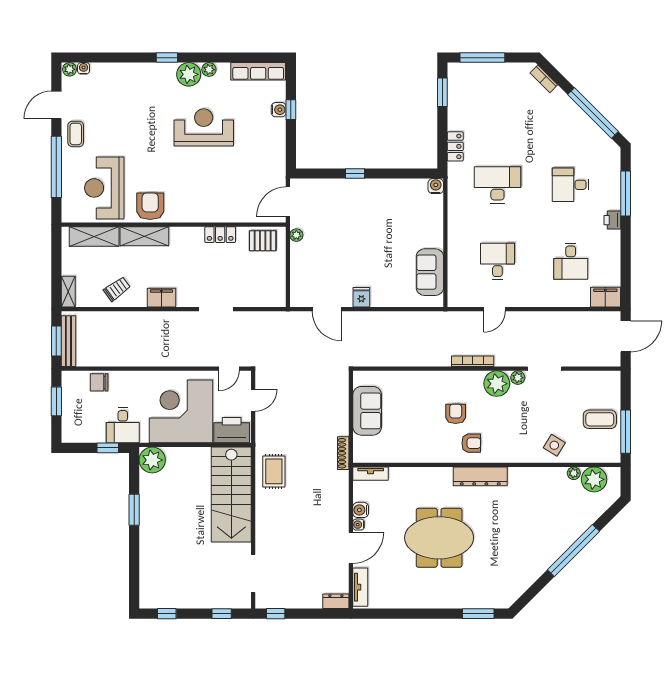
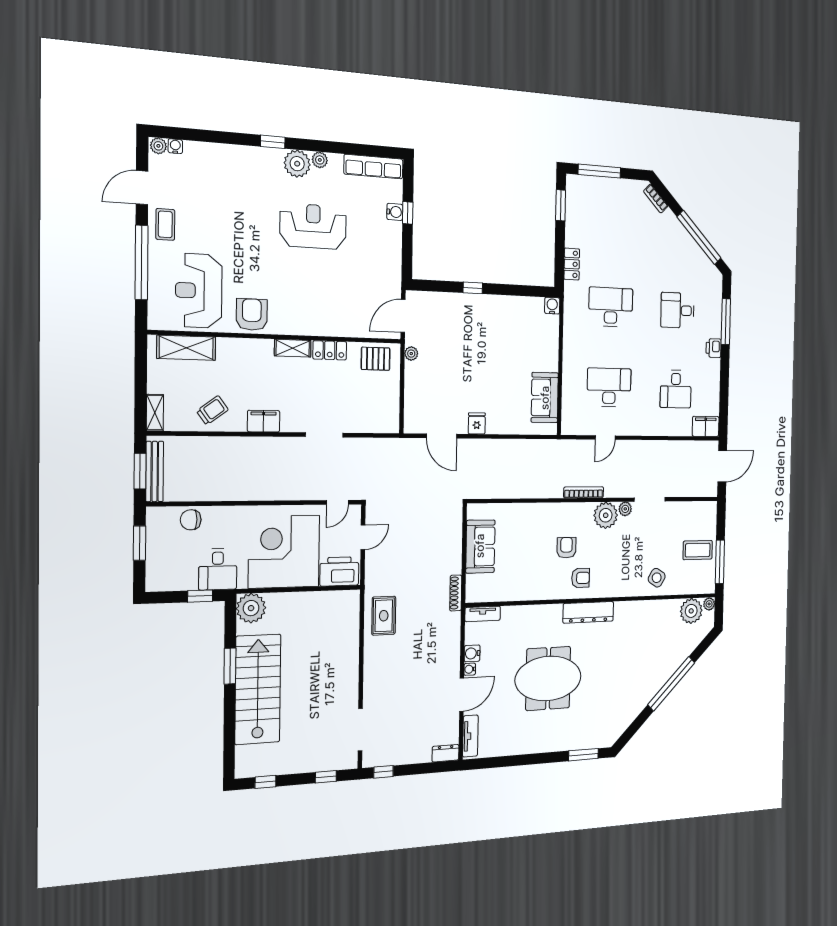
shelving: (144, 236) -> (293, 348), moved, width x0.67, depth x0.75
desk: (497, 261) -> (609, 387), width x1.37
plant: (574, 473) -> (709, 604), moved
stairs: (231, 495) -> (258, 689), moved, turned 180

